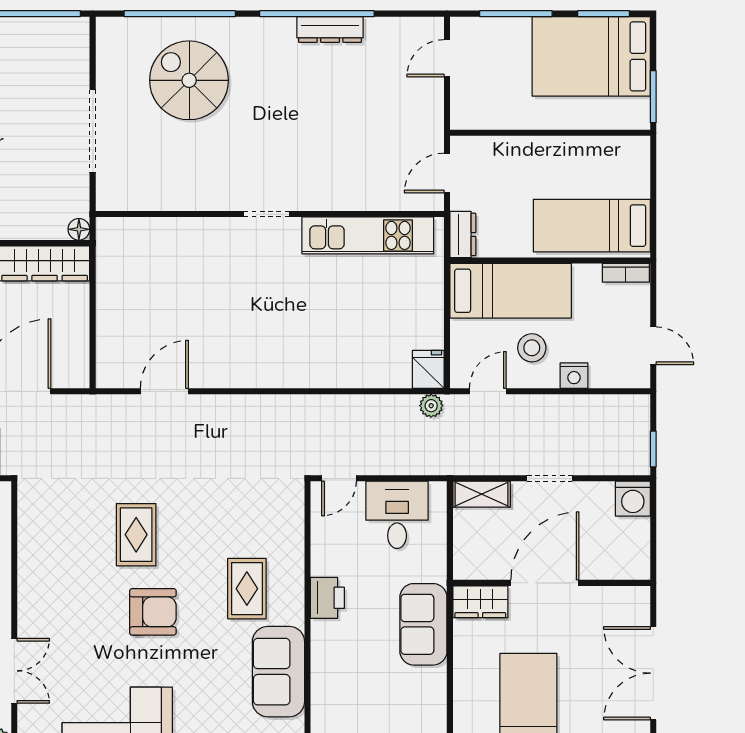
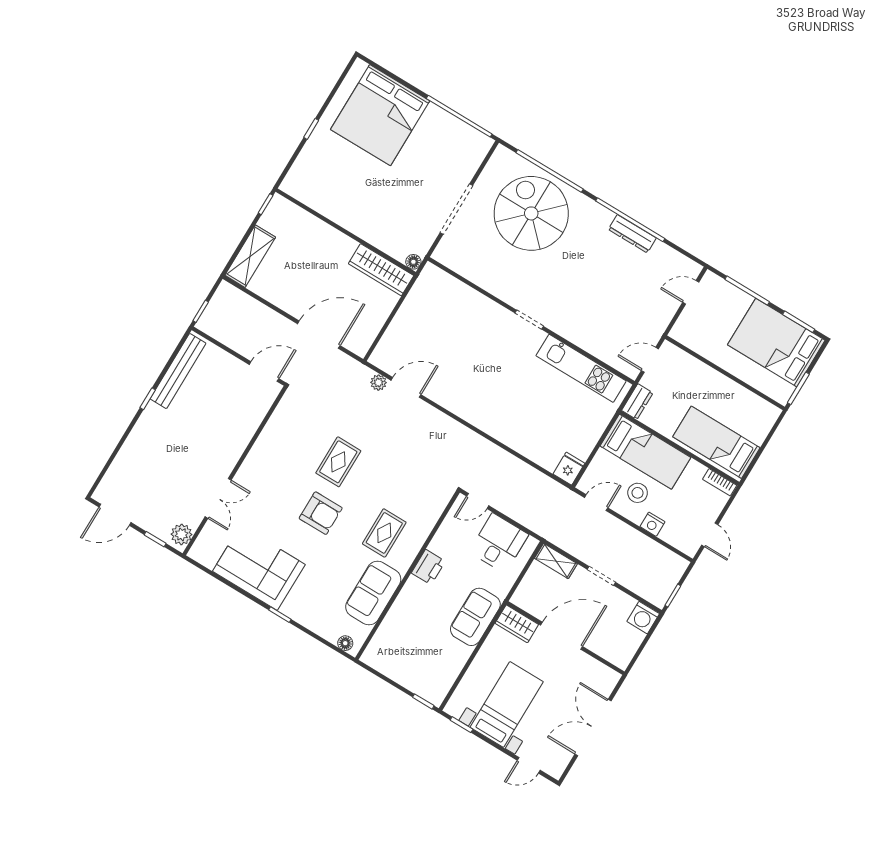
spiral stairs: (189, 80) -> (531, 213), width x1.37, depth x1.37
plant: (431, 406) -> (378, 383), moved

